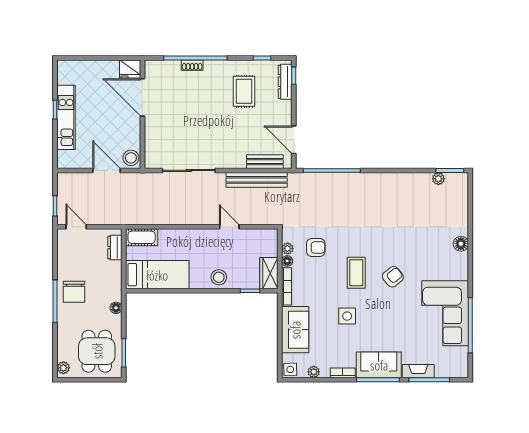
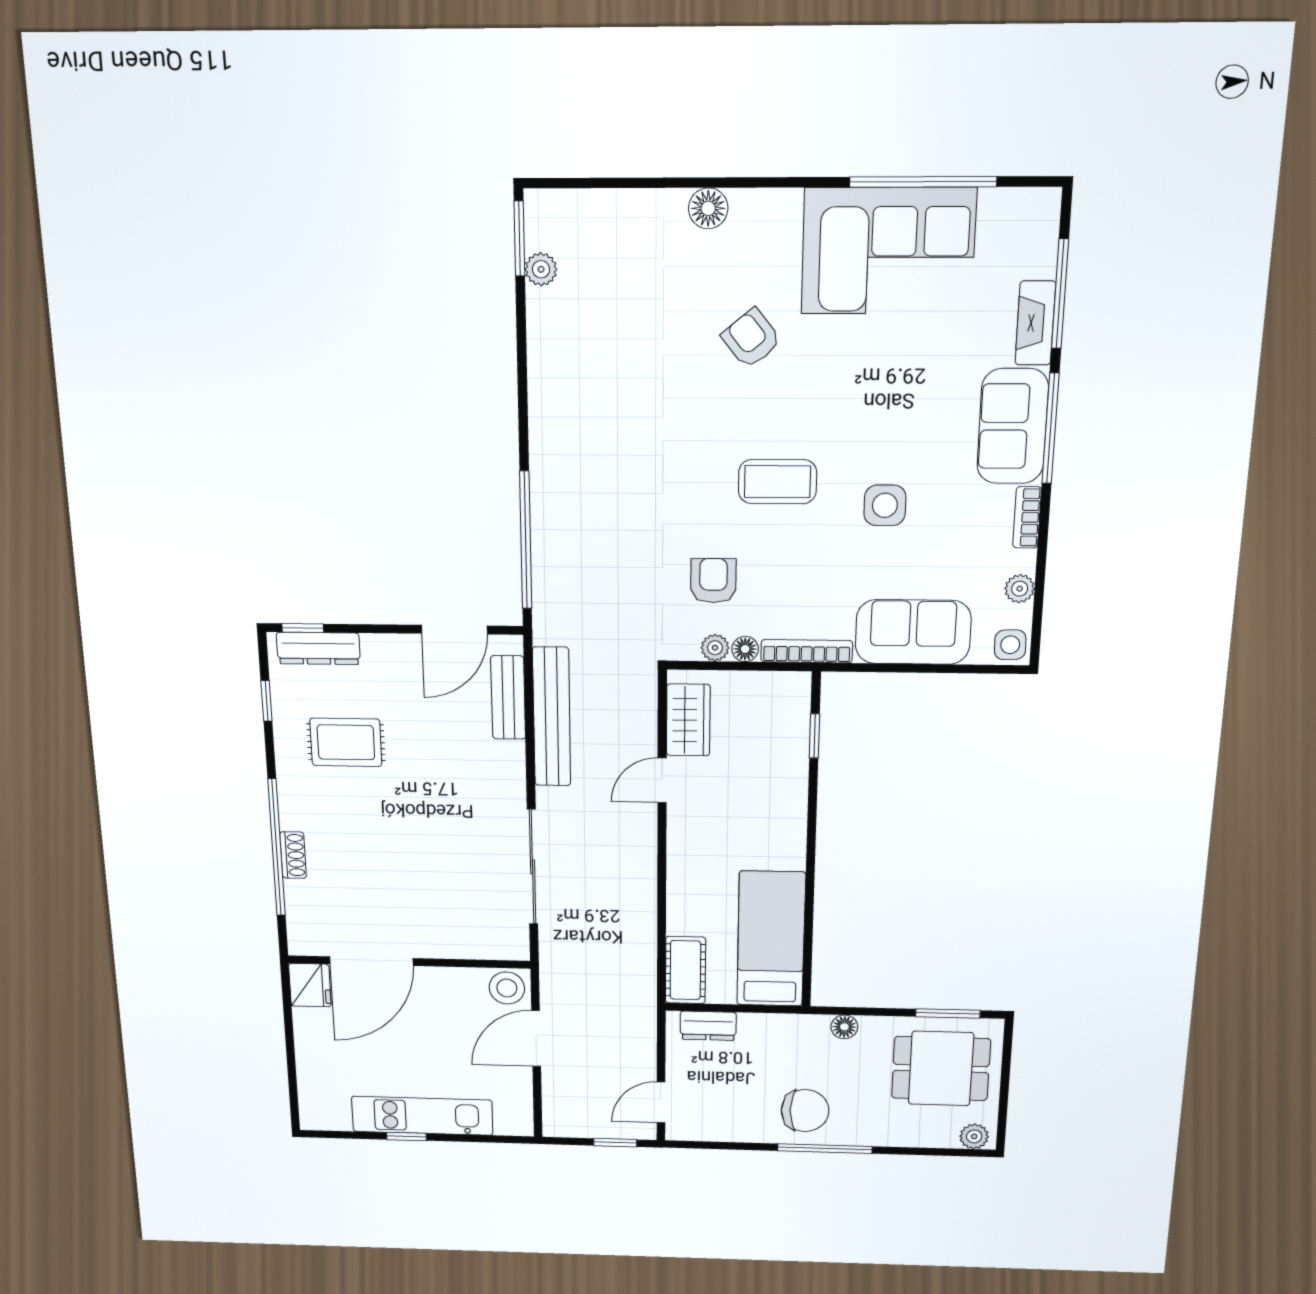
wardrobe: (269, 273) -> (688, 720), moved, turned -90
stool: (219, 277) -> (781, 806), removed
armchair: (393, 277) -> (751, 338), moved

